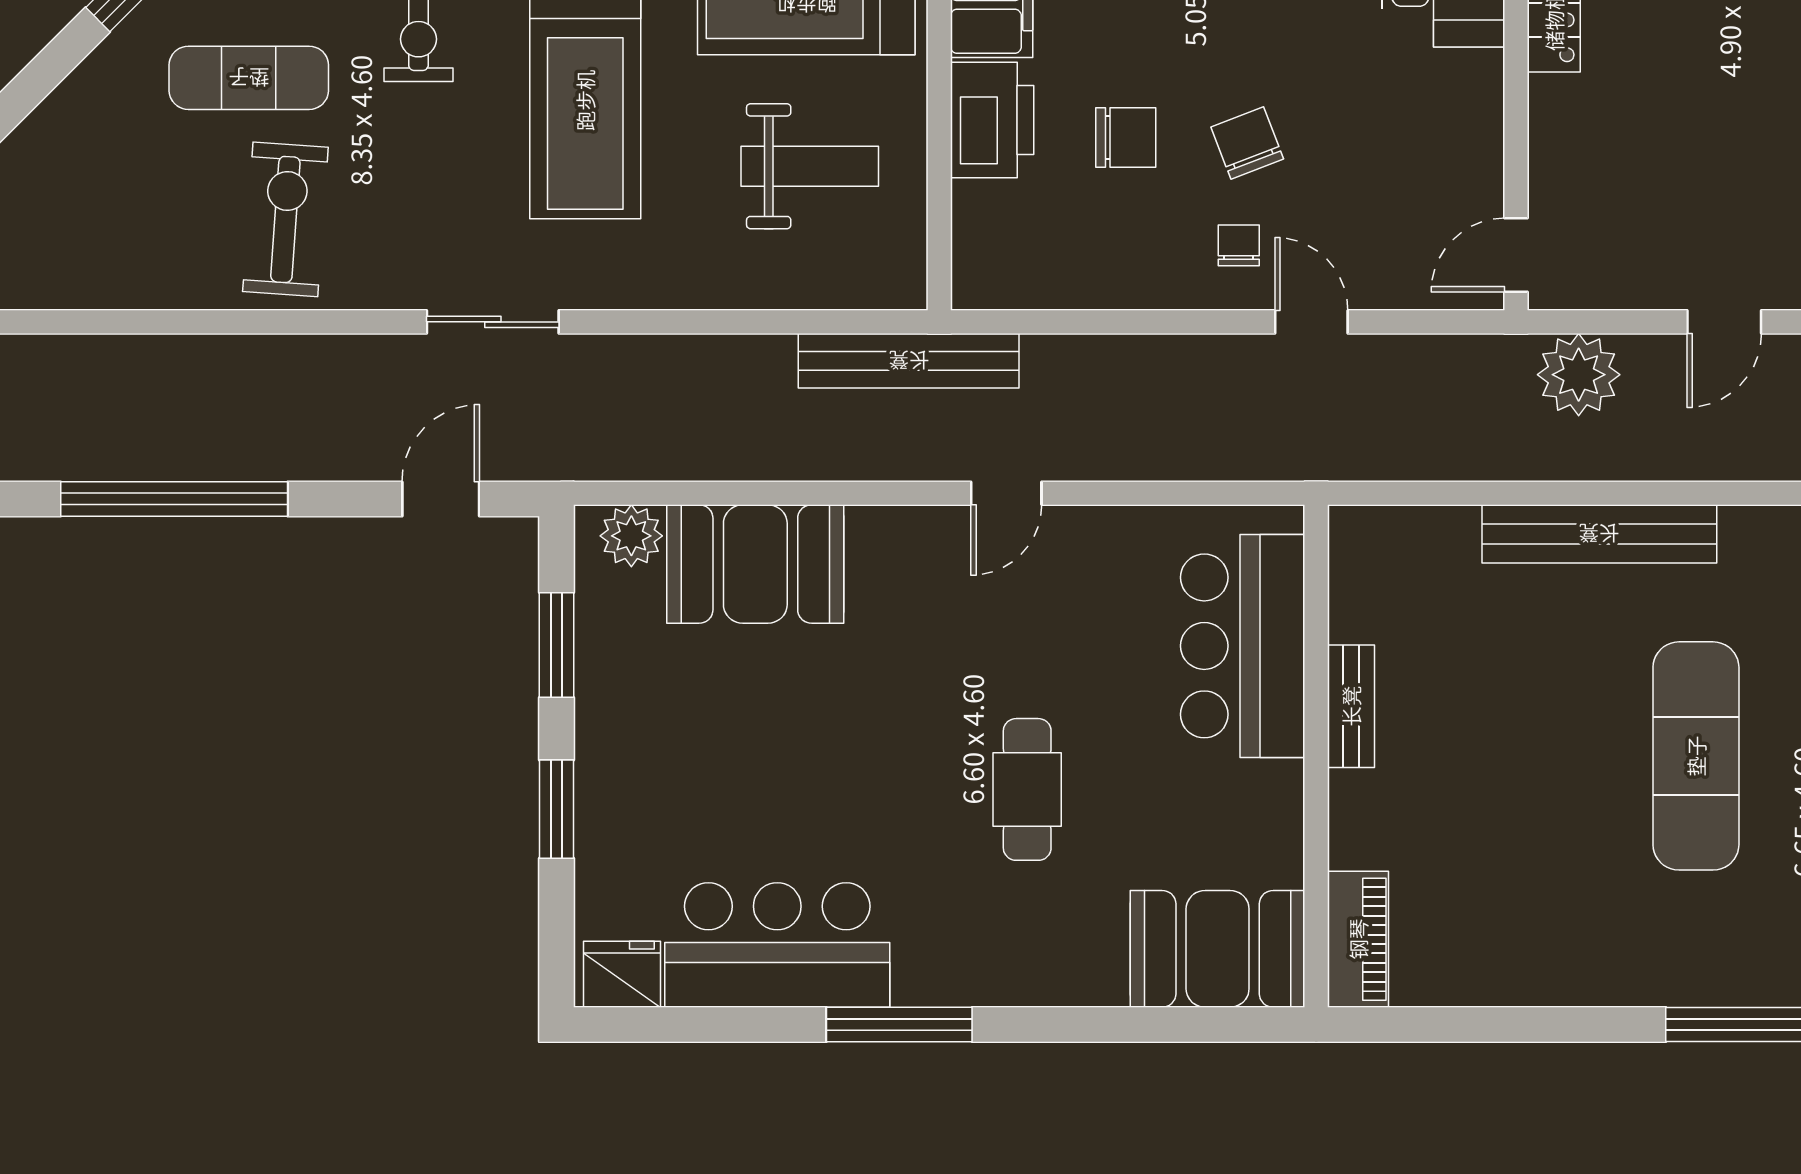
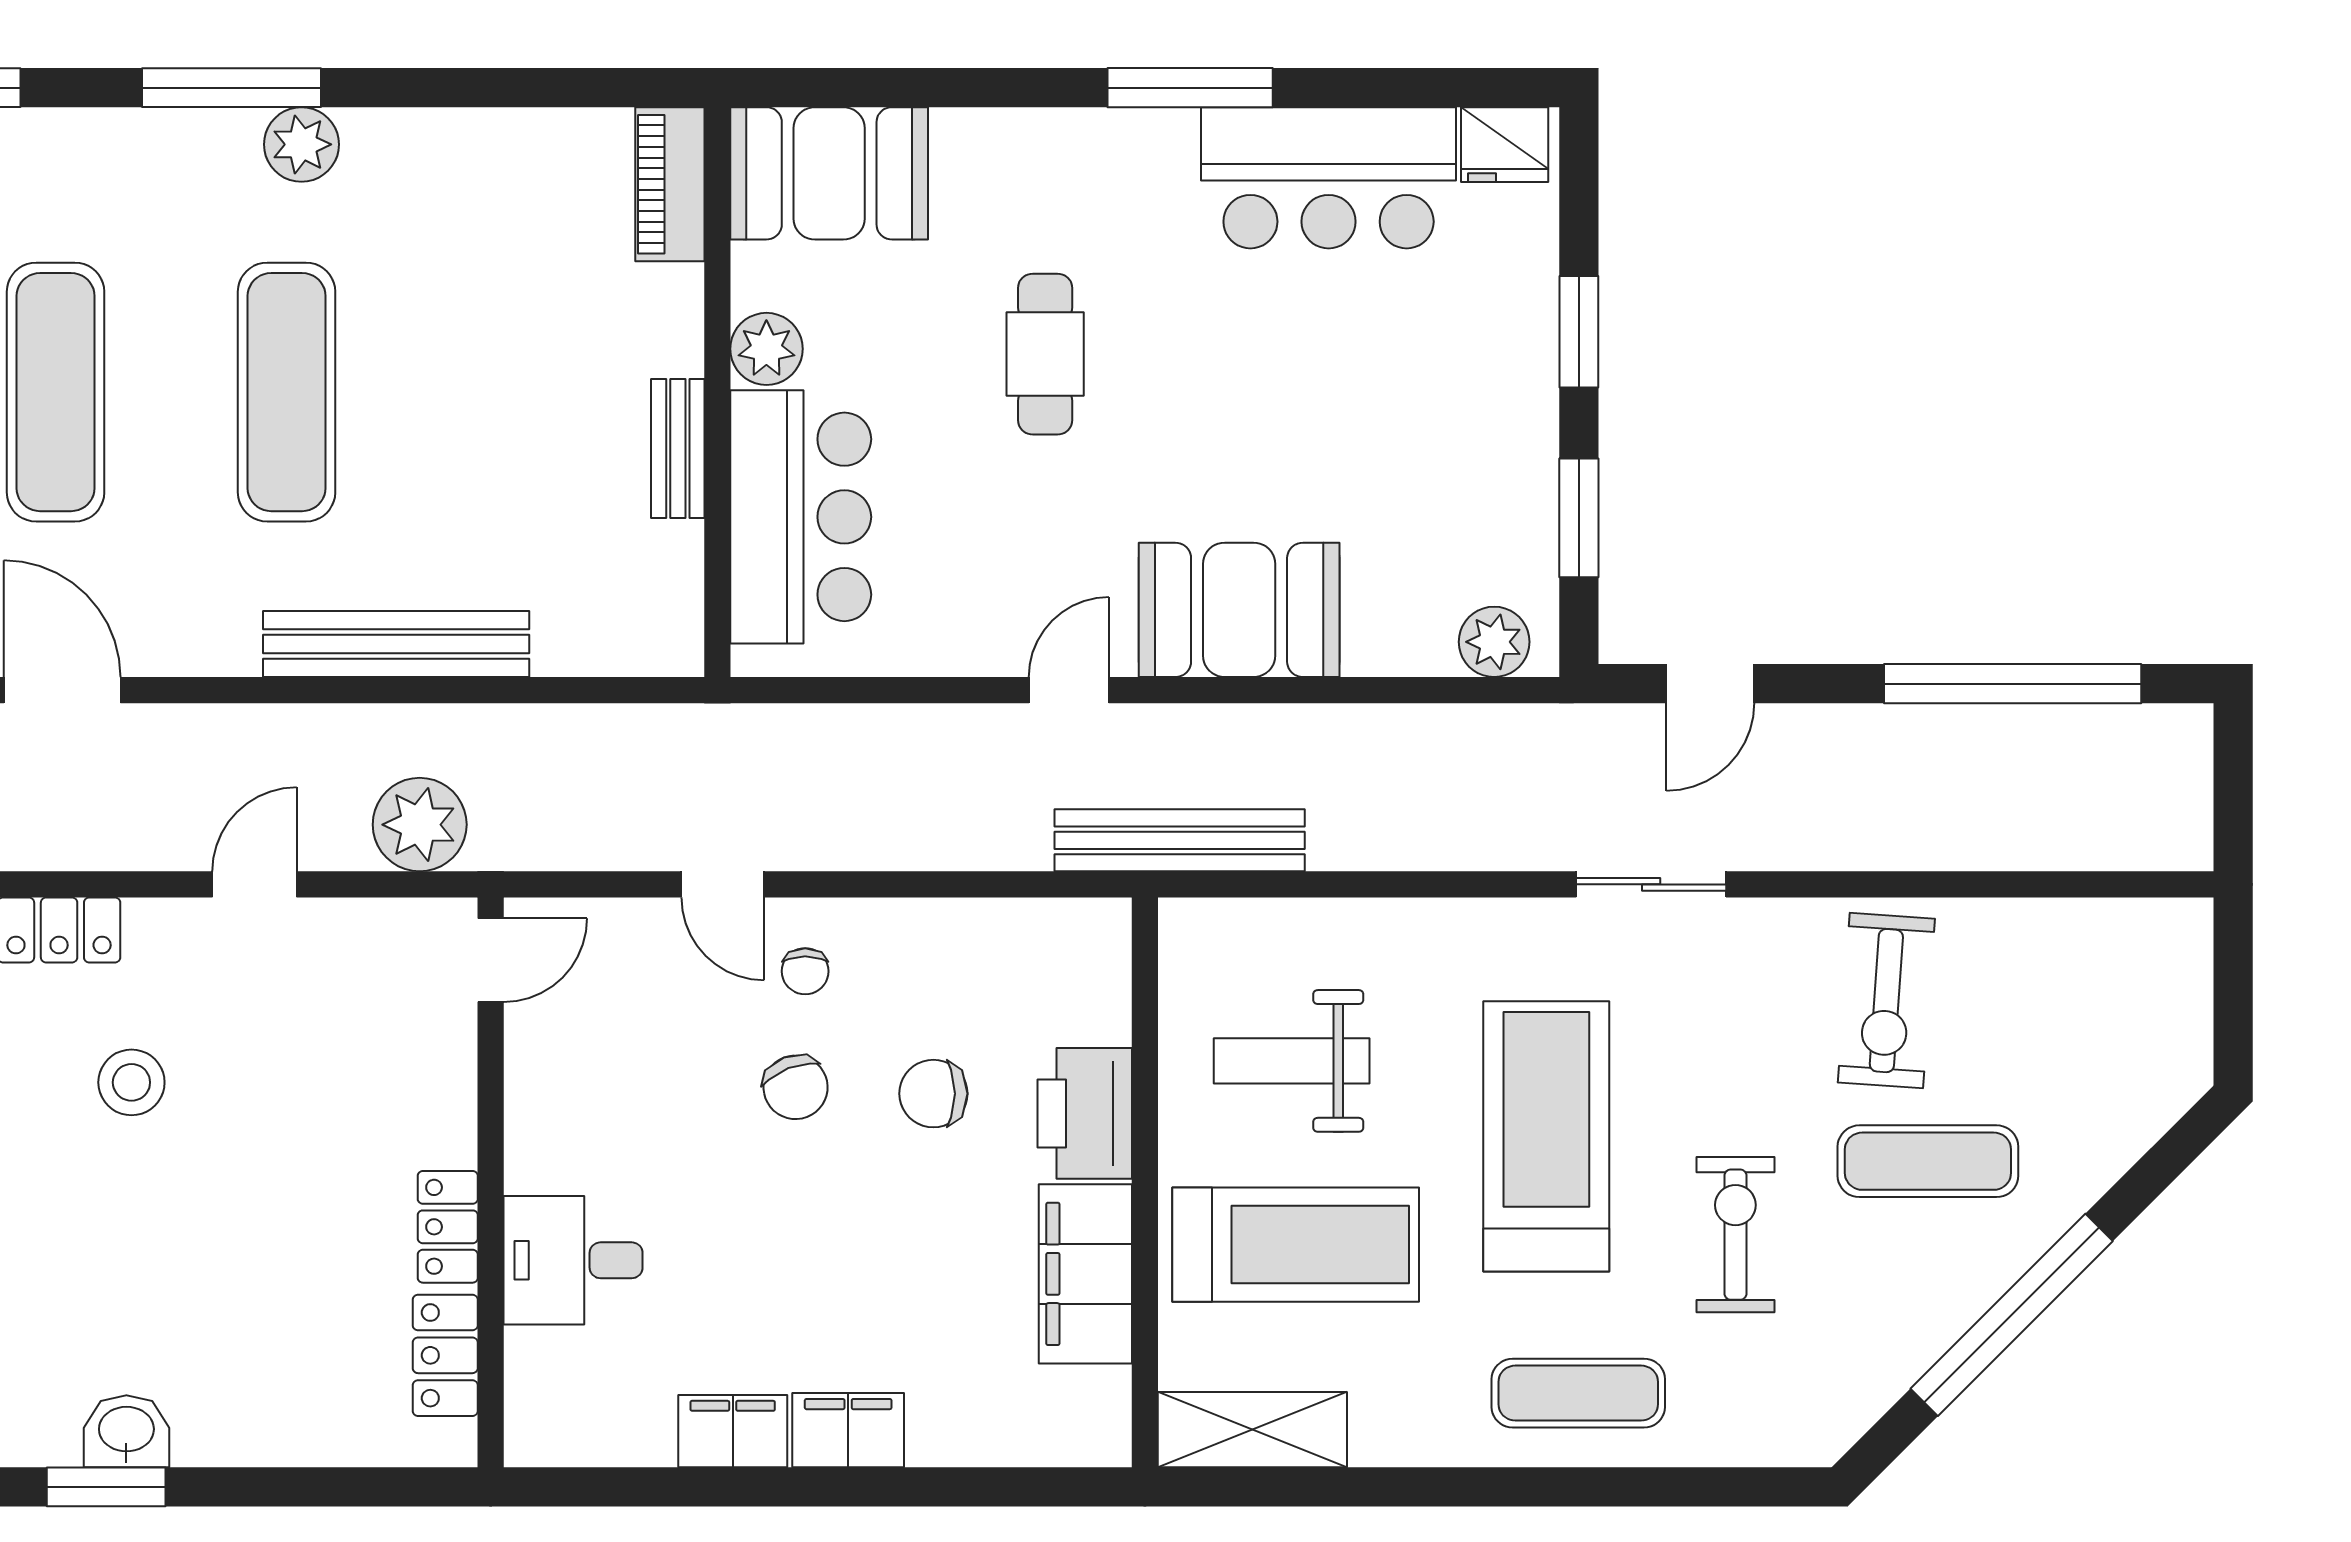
booth: (755, 564) -> (1239, 610), moved
plant: (1273, 794) -> (766, 349), added
plant: (1683, 974) -> (301, 144), added

